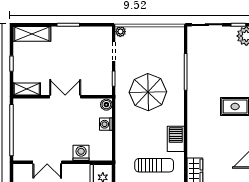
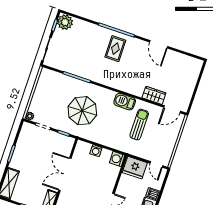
double door: (65, 97) -> (65, 174), width x1.37
boiler: (106, 105) -> (81, 145), removed
washing machine: (81, 153) -> (117, 159), moved

